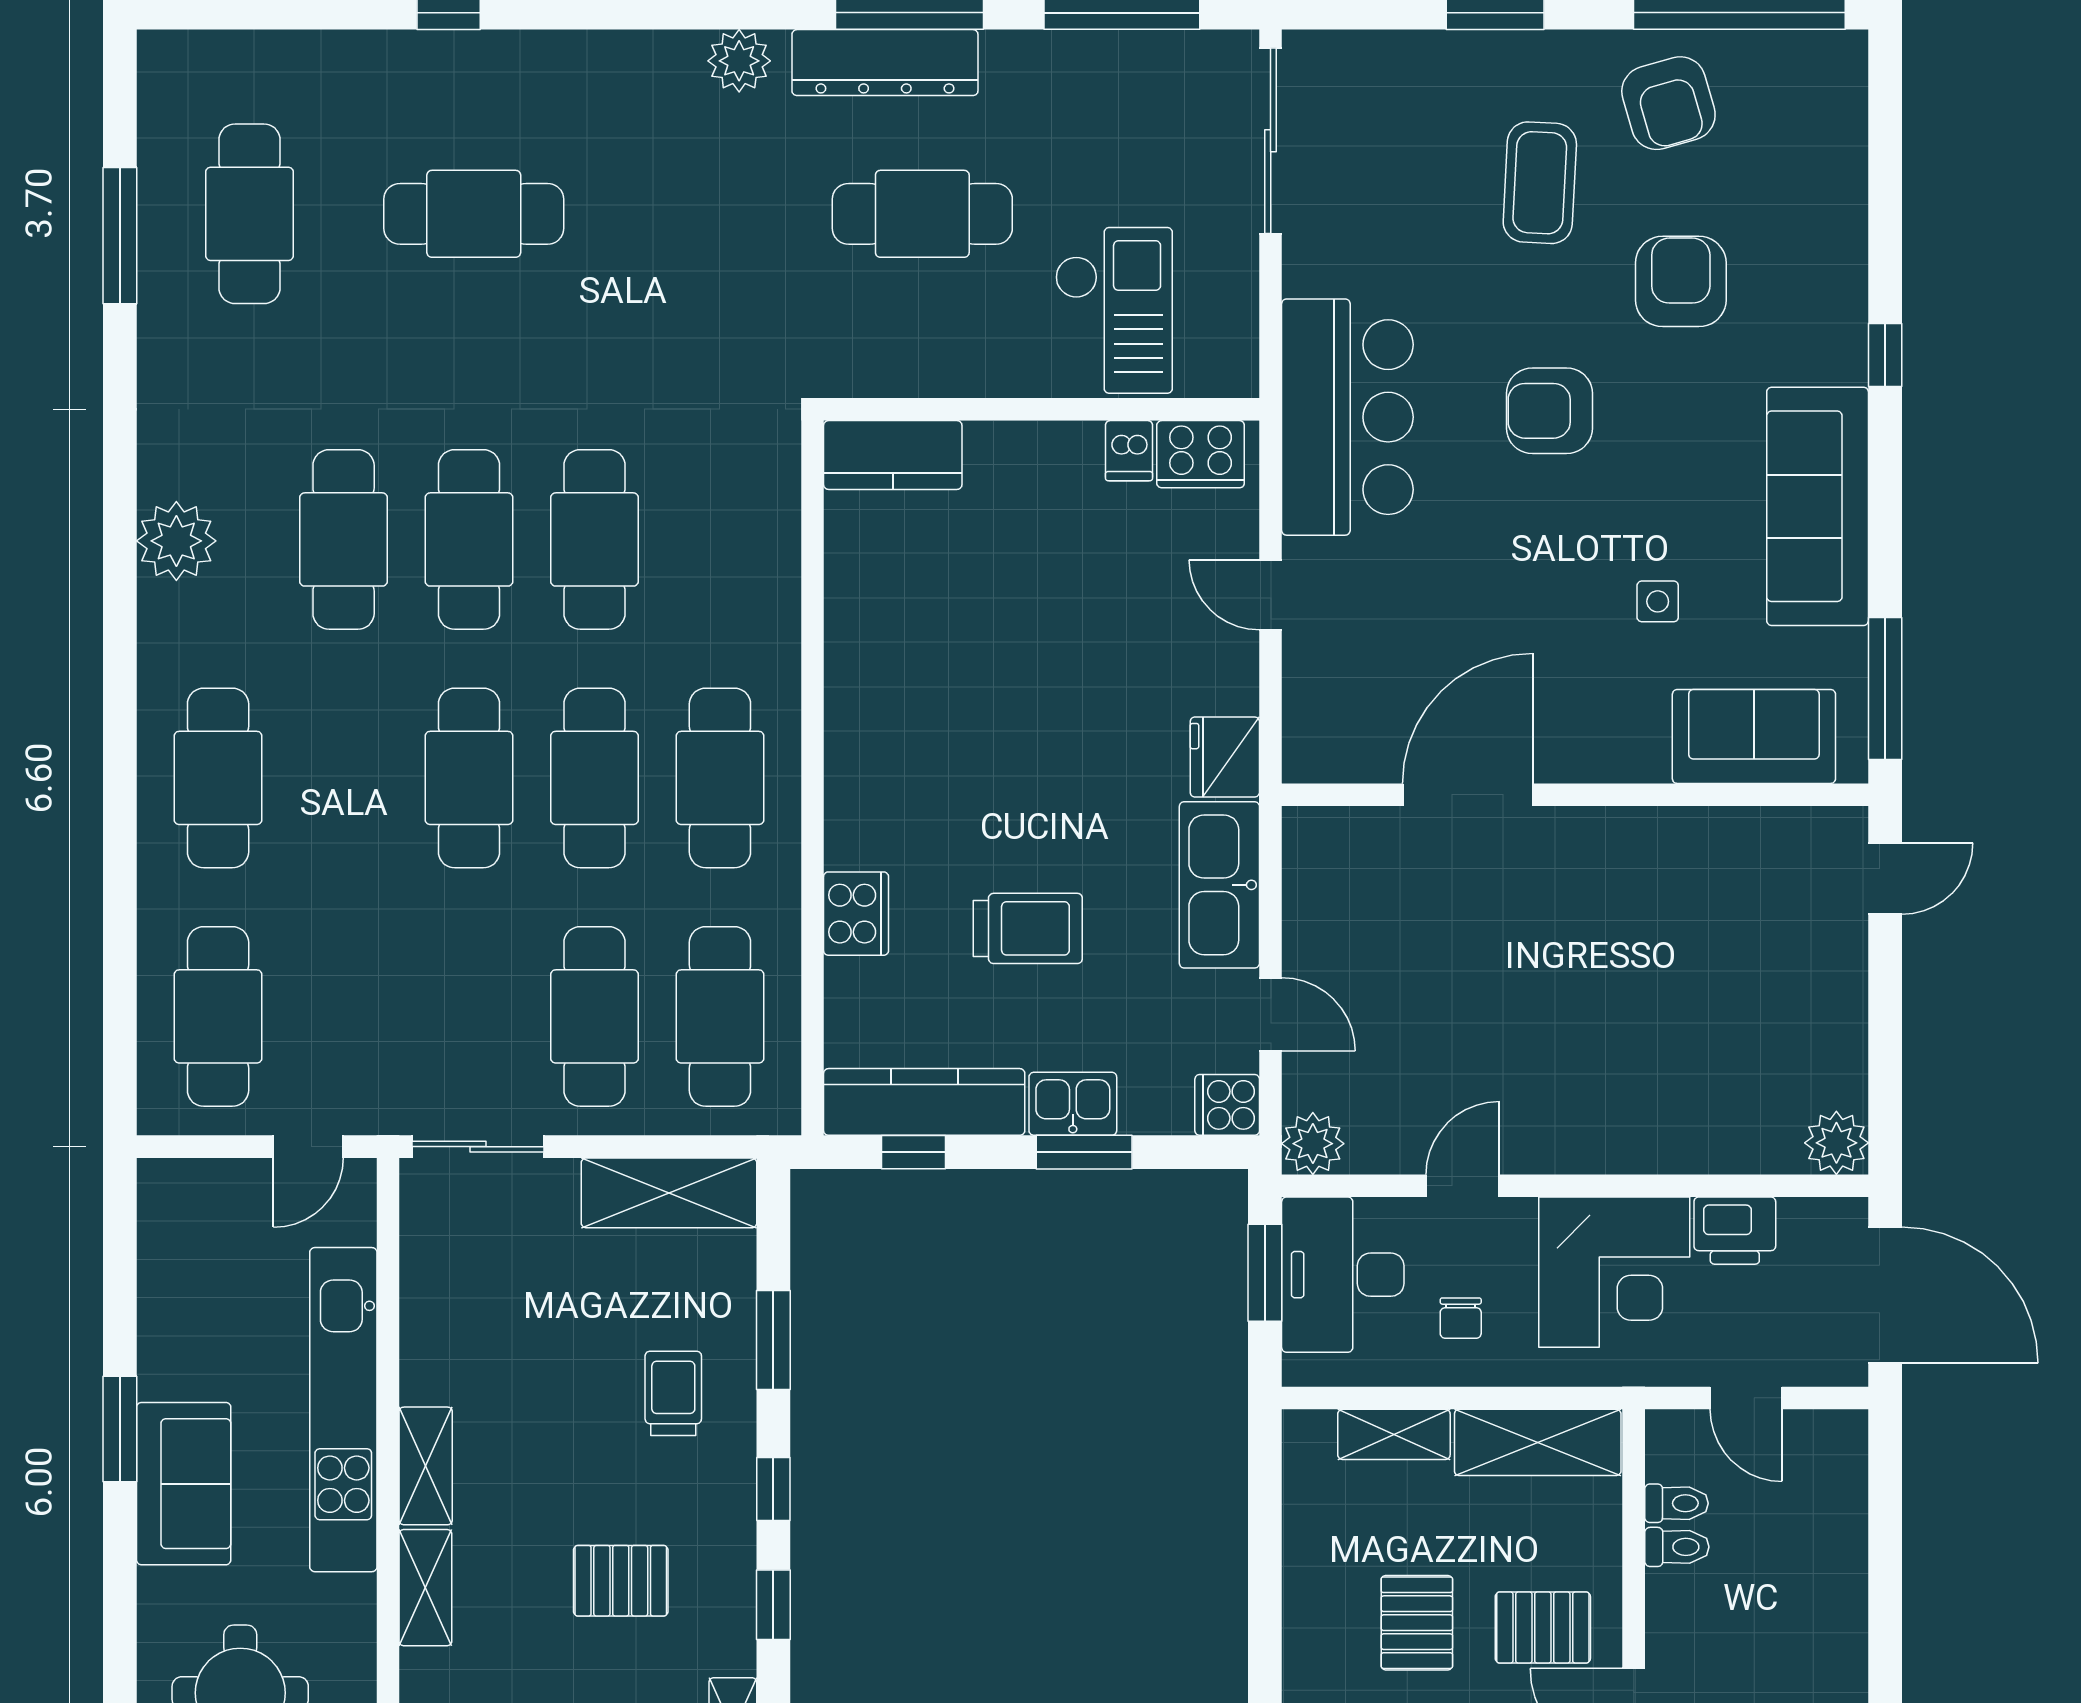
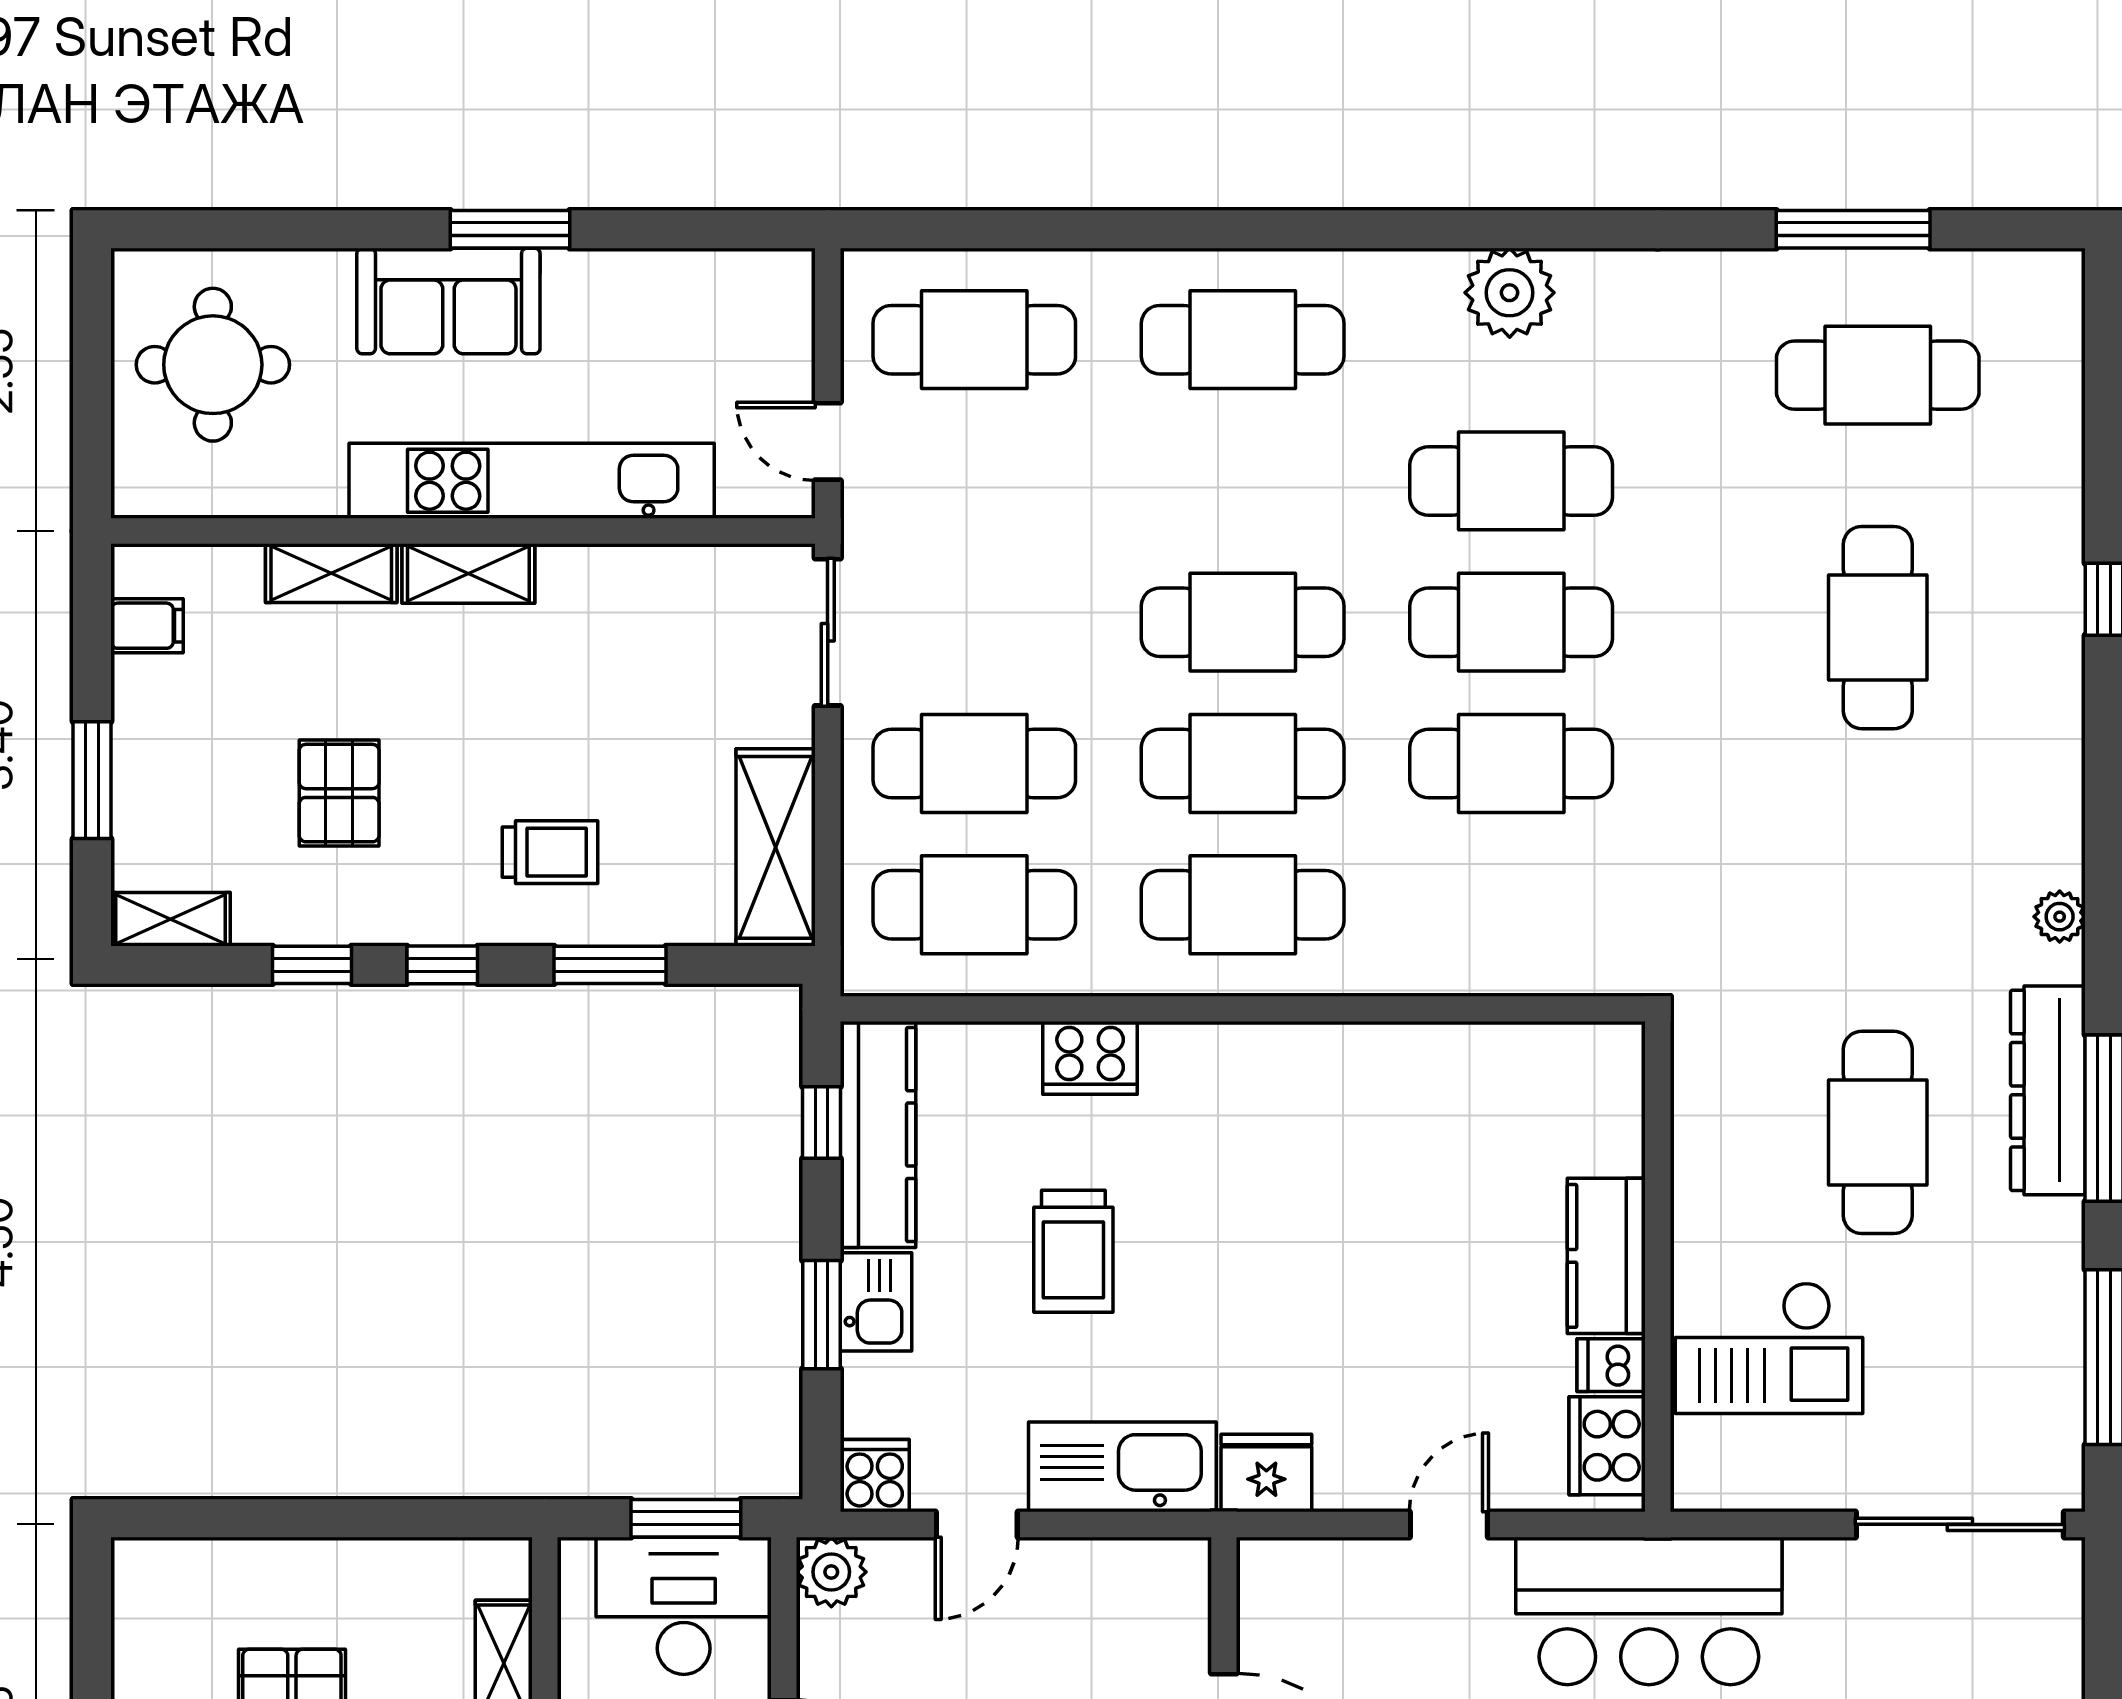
plant: (739, 61) -> (2060, 917), width x0.73, depth x0.73
kitchen counter: (893, 455) -> (1606, 1256), moved

